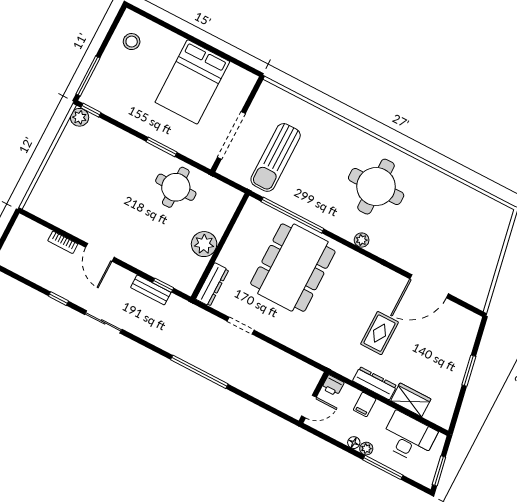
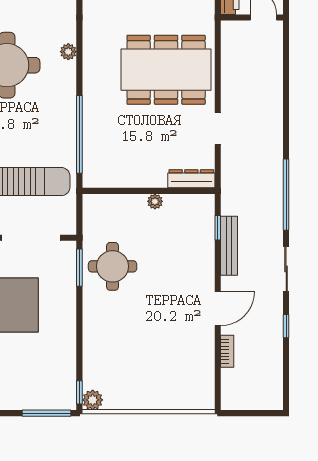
window: (162, 147) -> (79, 268), moved
plant: (204, 244) -> (155, 201), width x0.53, depth x0.53
dining table: (293, 268) -> (166, 70), moved
bench: (151, 290) -> (229, 246), width x1.36
window: (199, 372) -> (286, 195), moved

